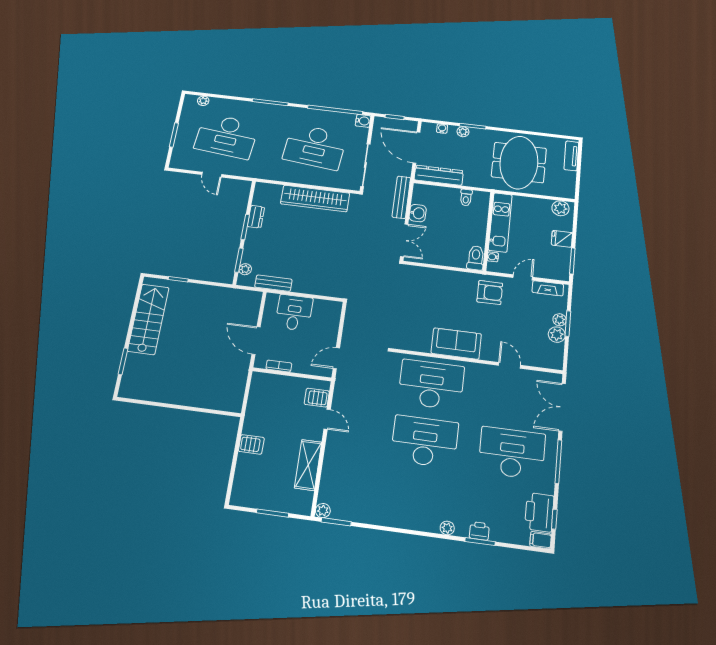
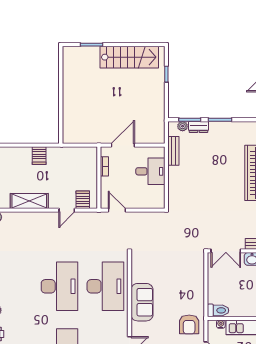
dresser: (256, 217) -> (198, 127), moved

